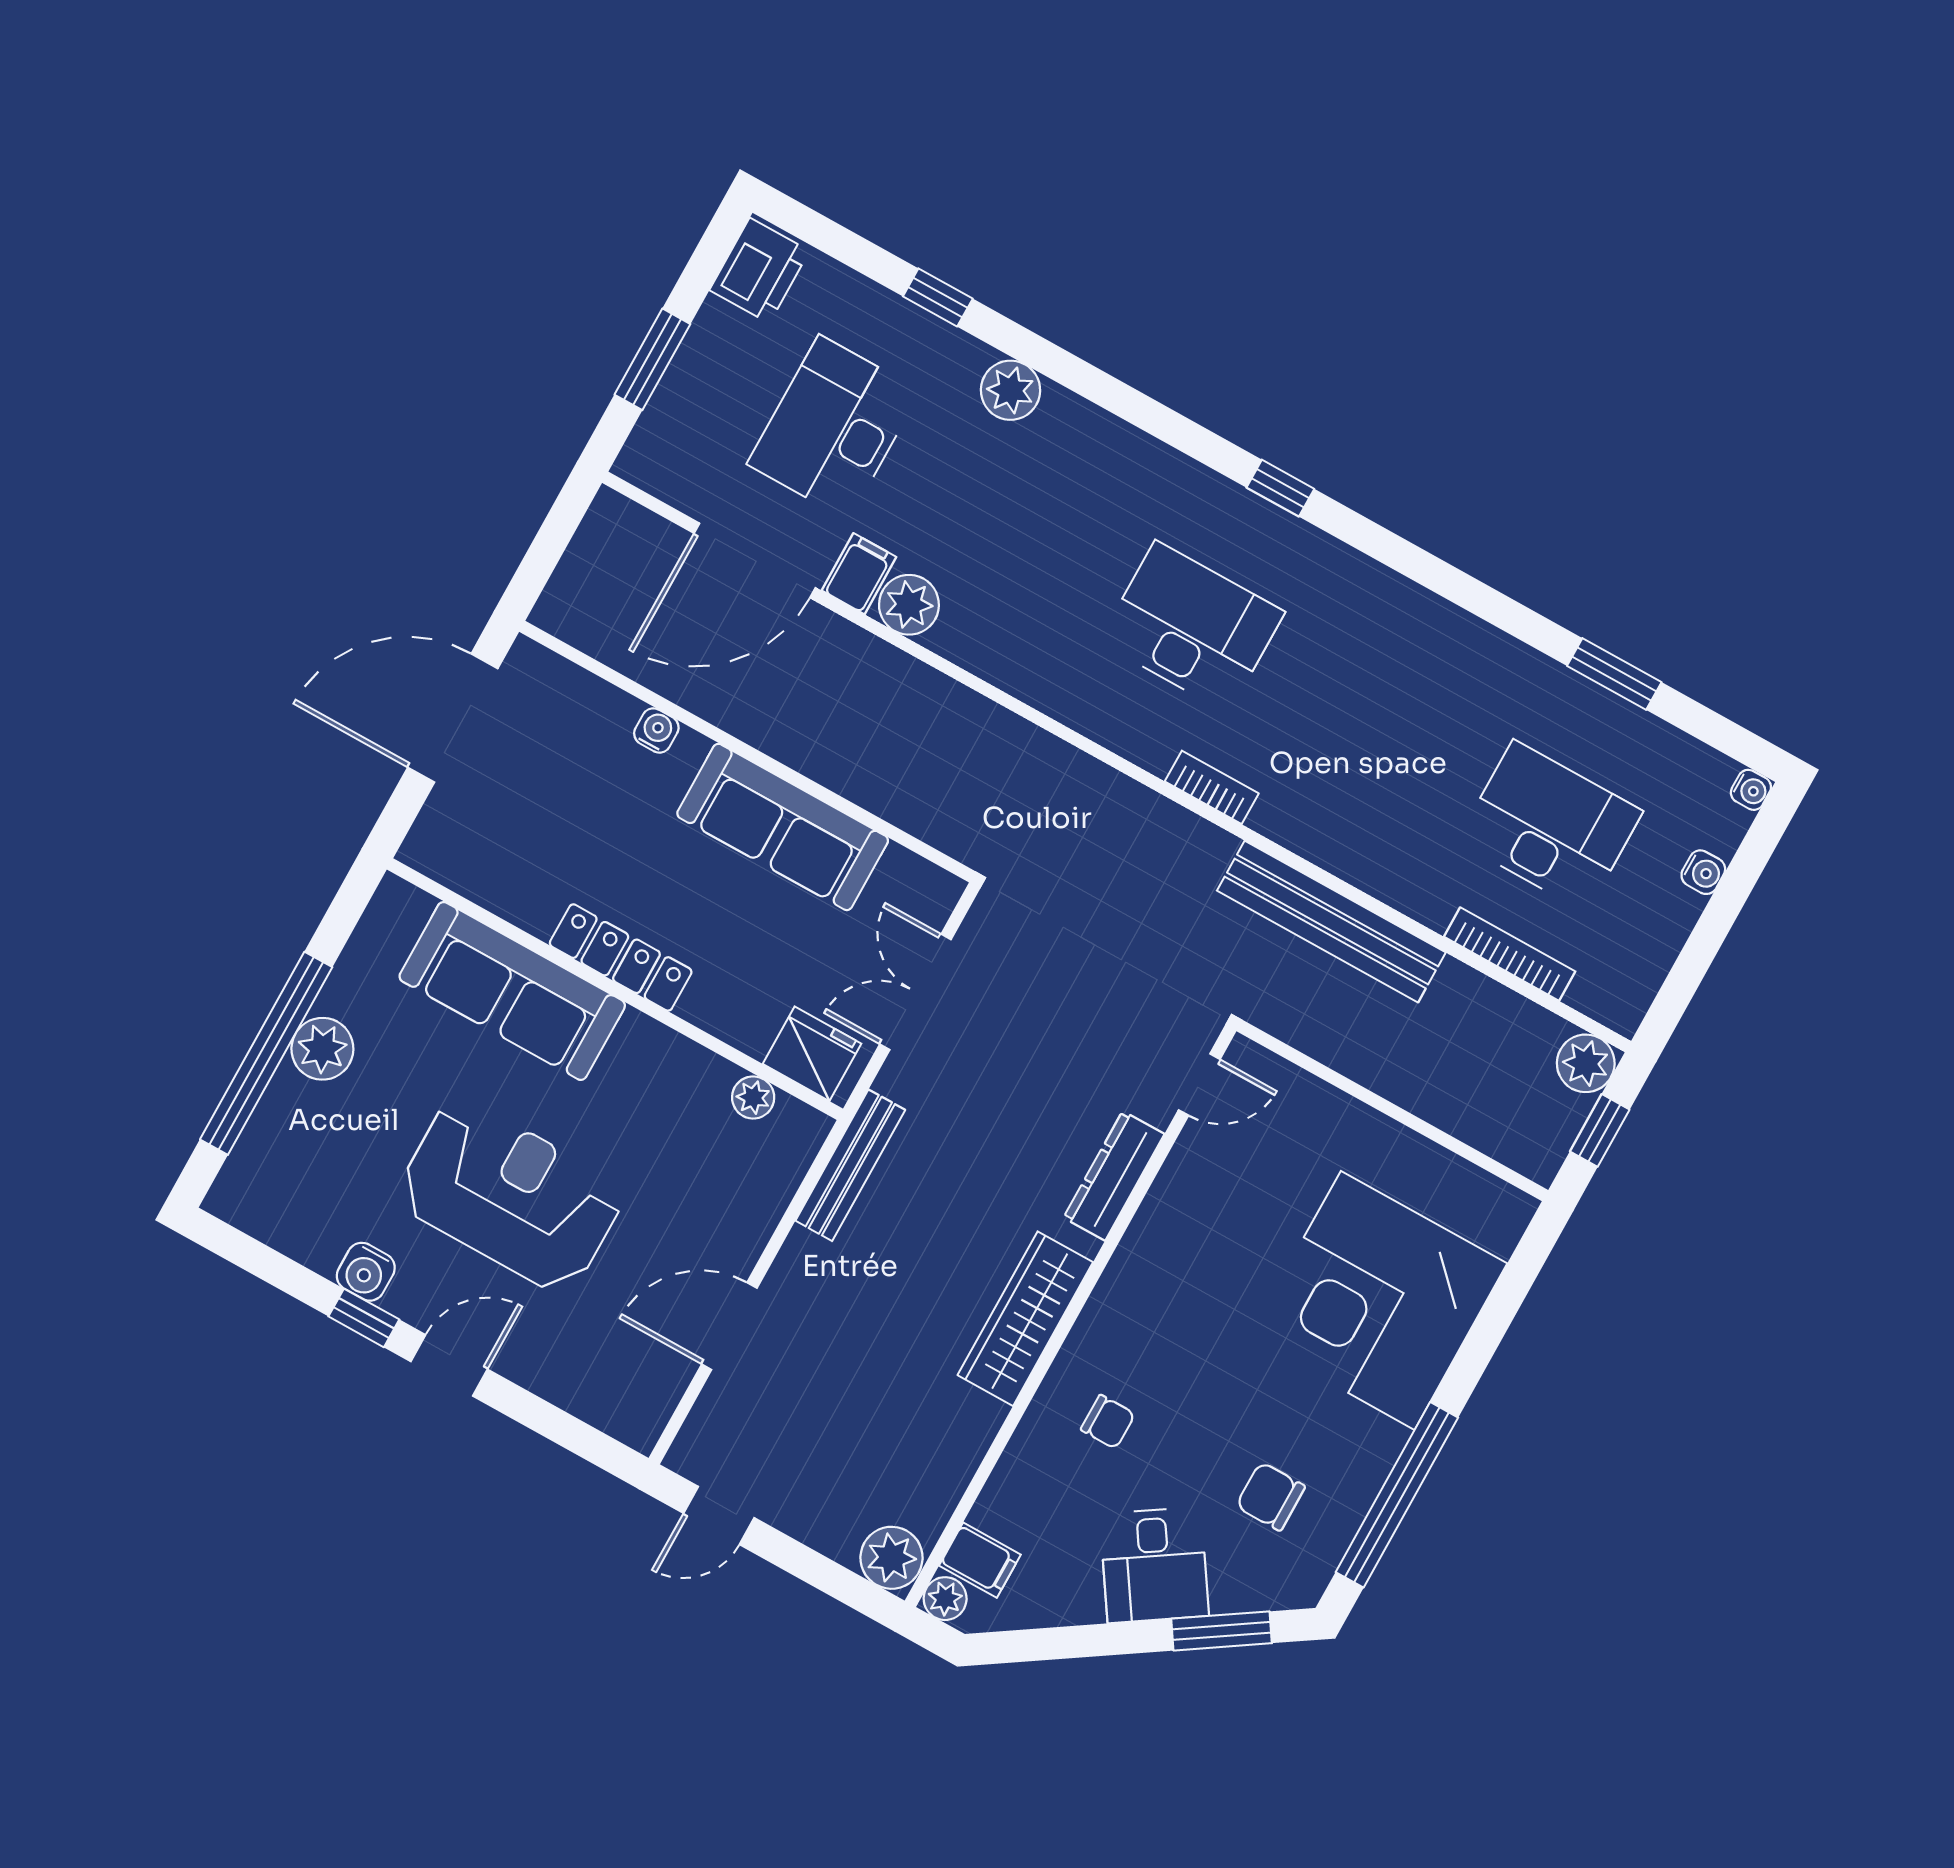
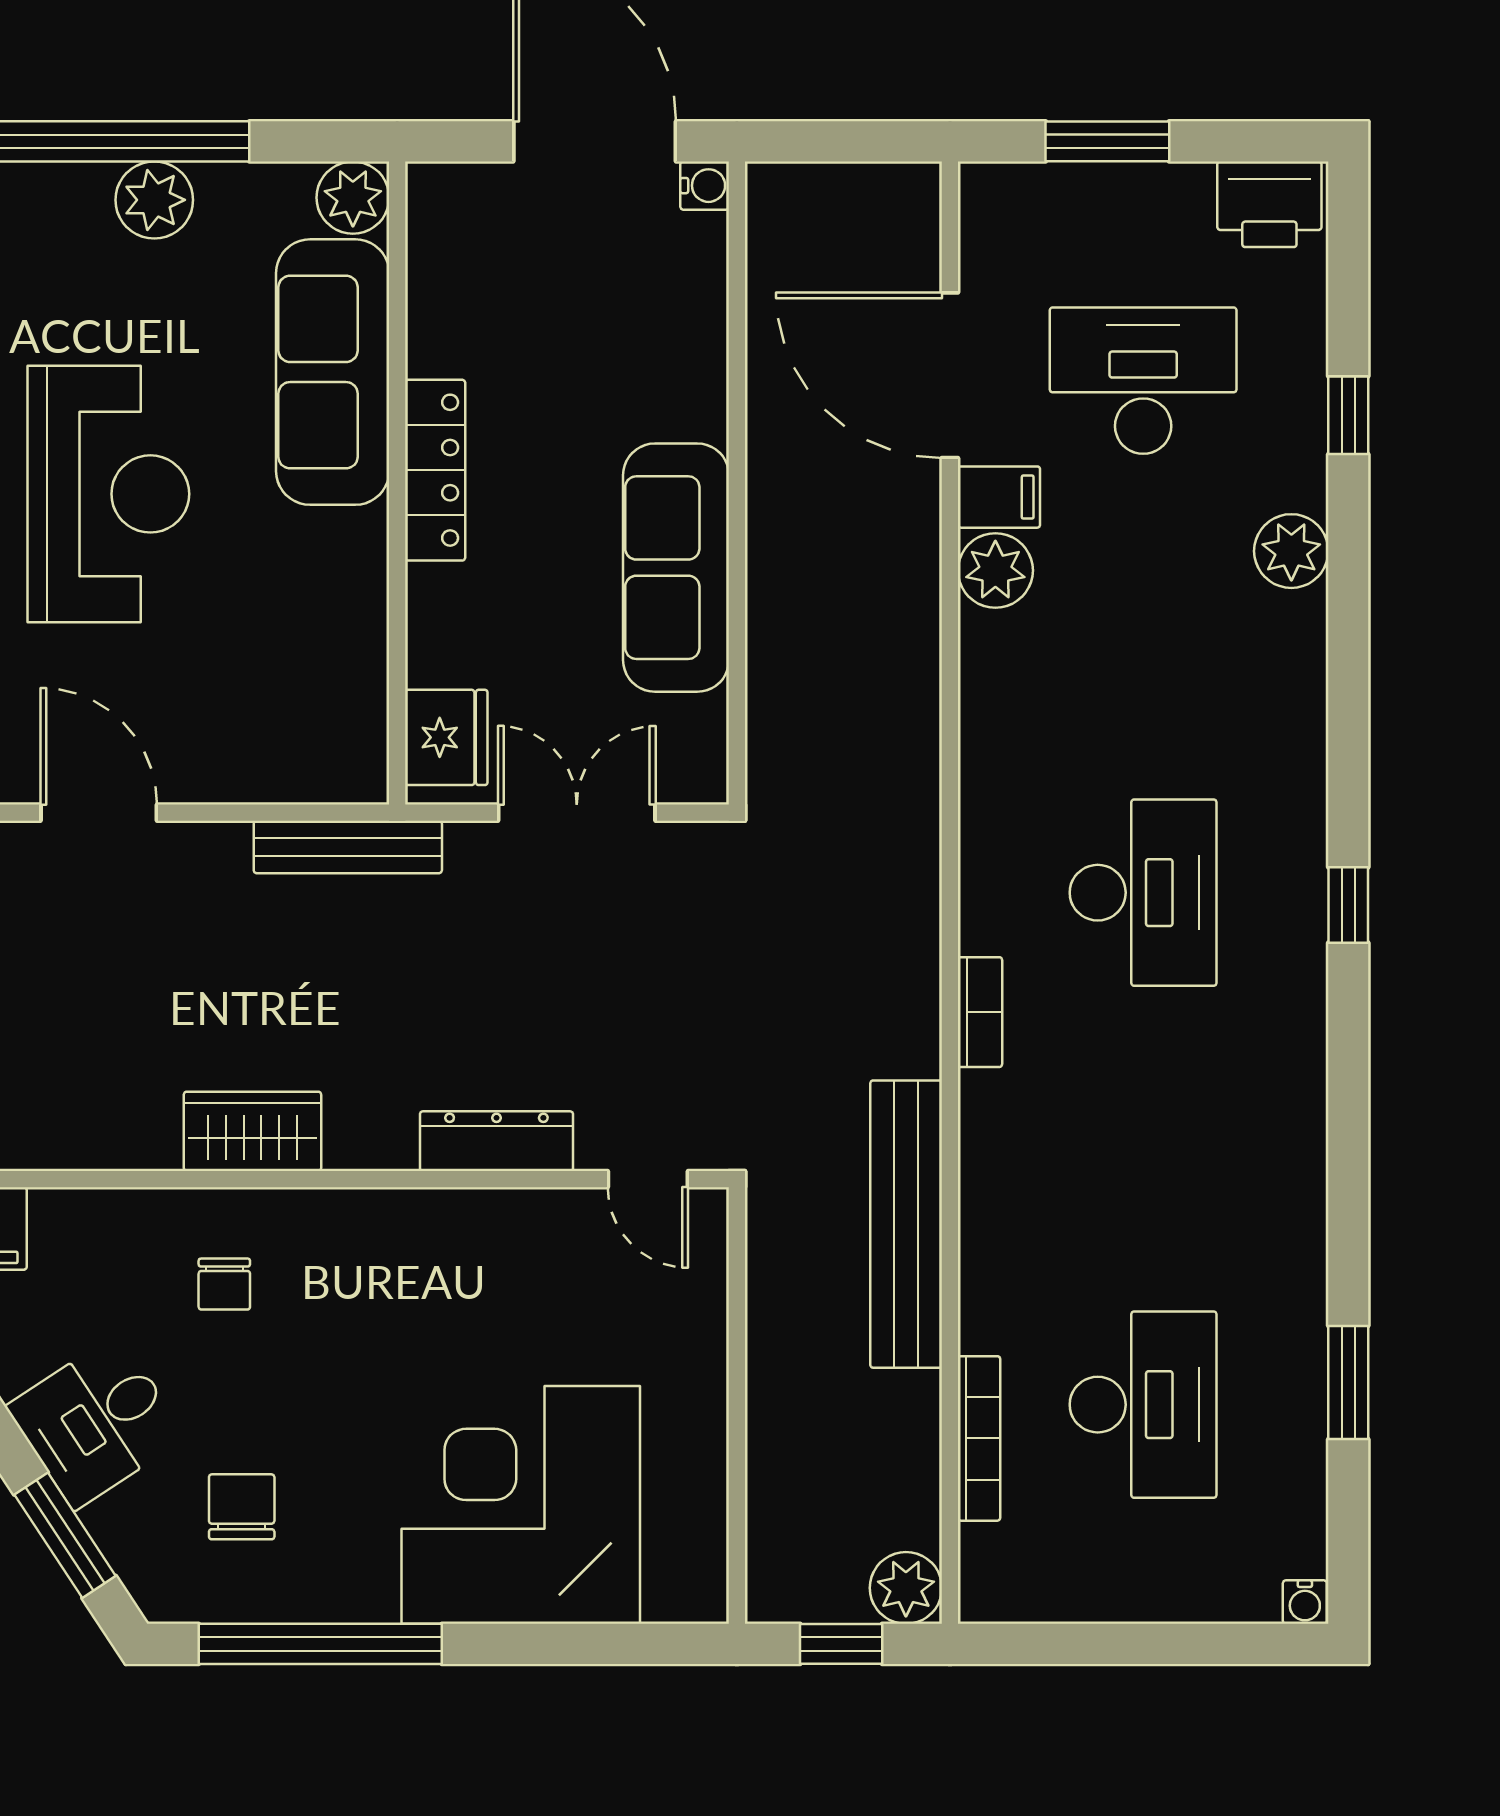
water cooler: (656, 730) -> (705, 186), moved
water cooler: (1703, 872) -> (1186, 1600), removed
plant: (753, 1097) -> (353, 198), moved, width x1.38, depth x1.38
wardrobe: (1025, 1319) -> (252, 1131), width x0.67

